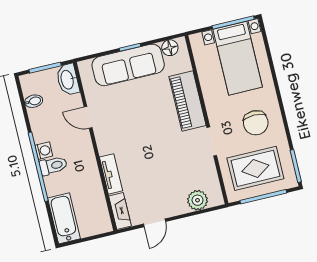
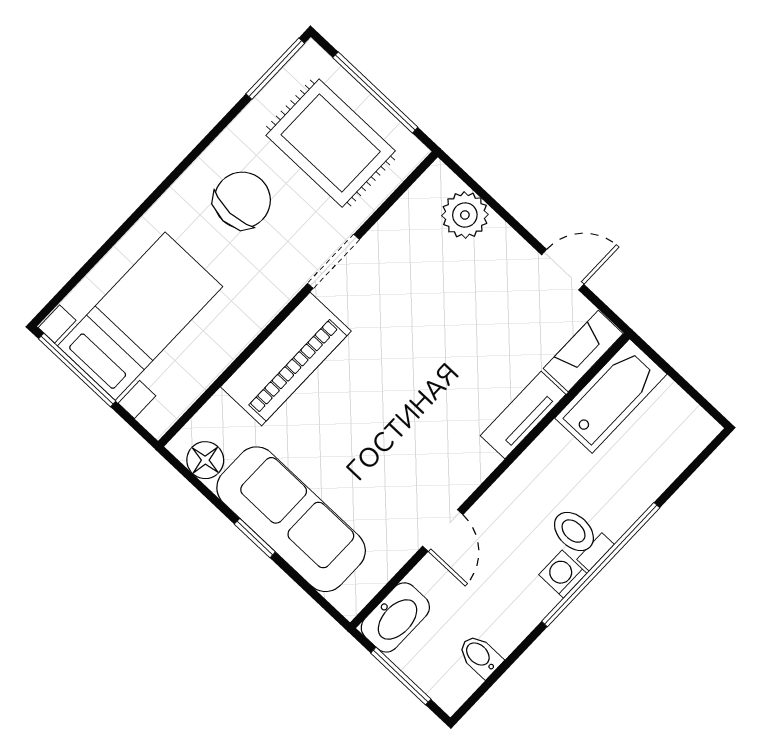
bathtub: (64, 218) -> (611, 396), moved, turned 180

